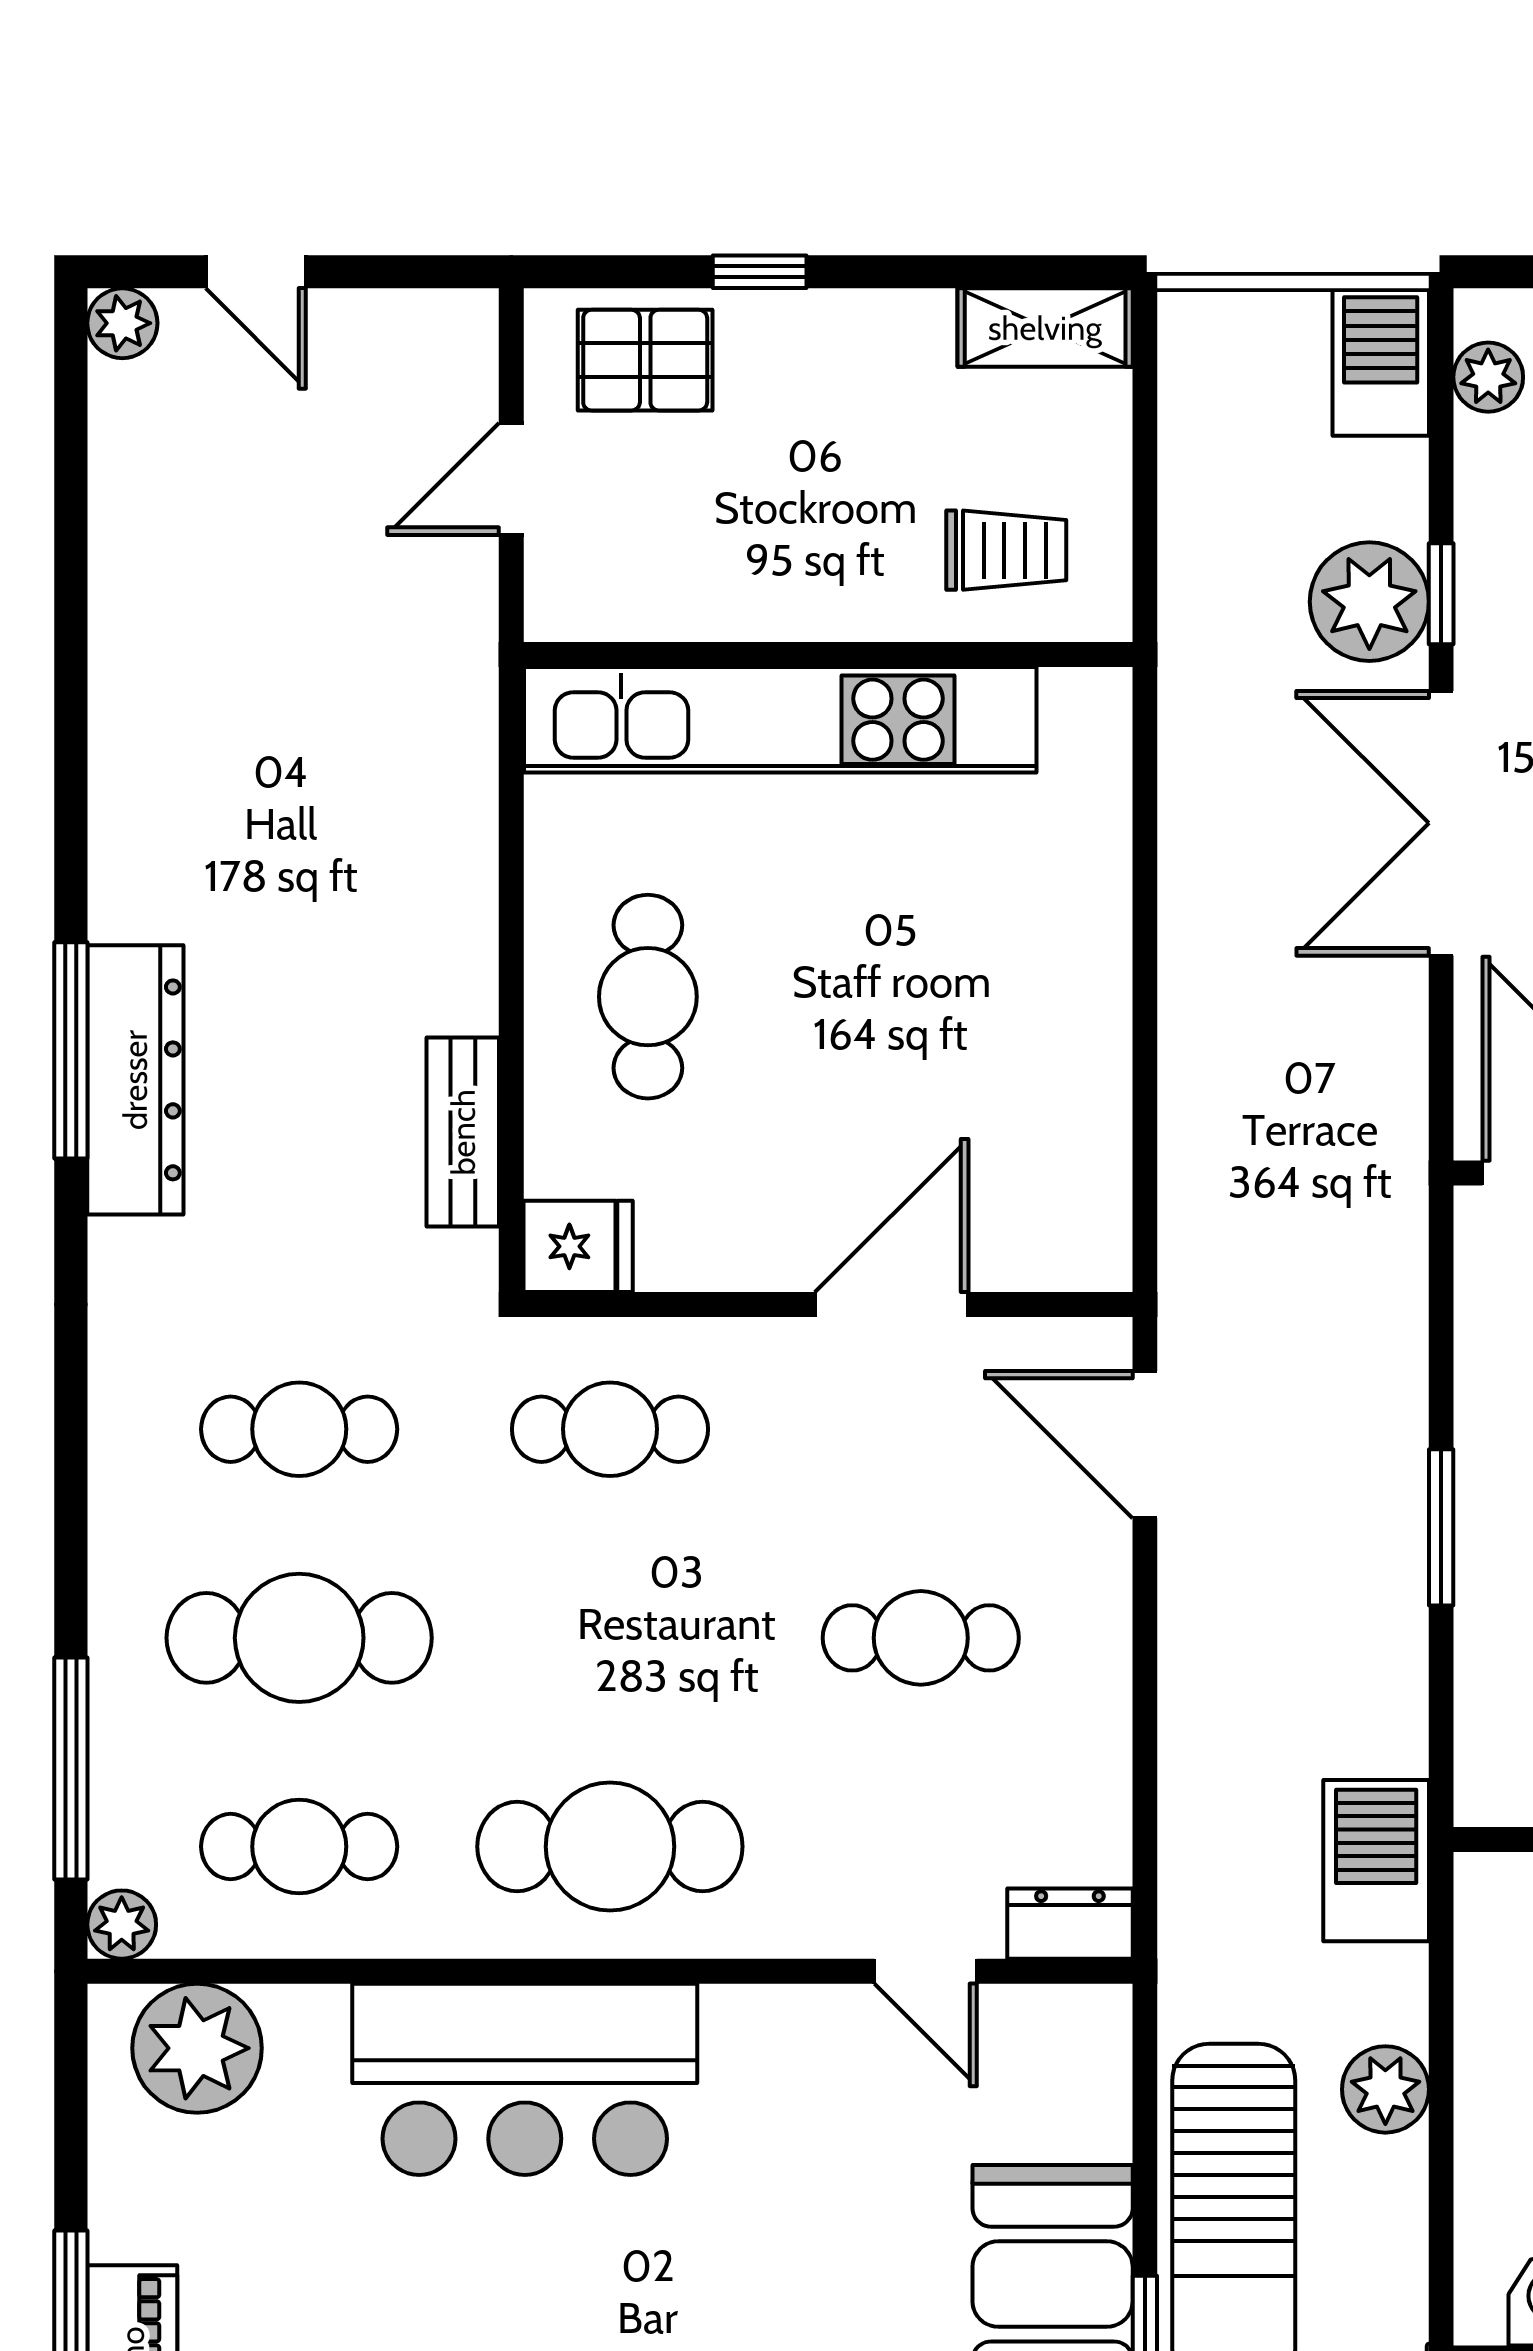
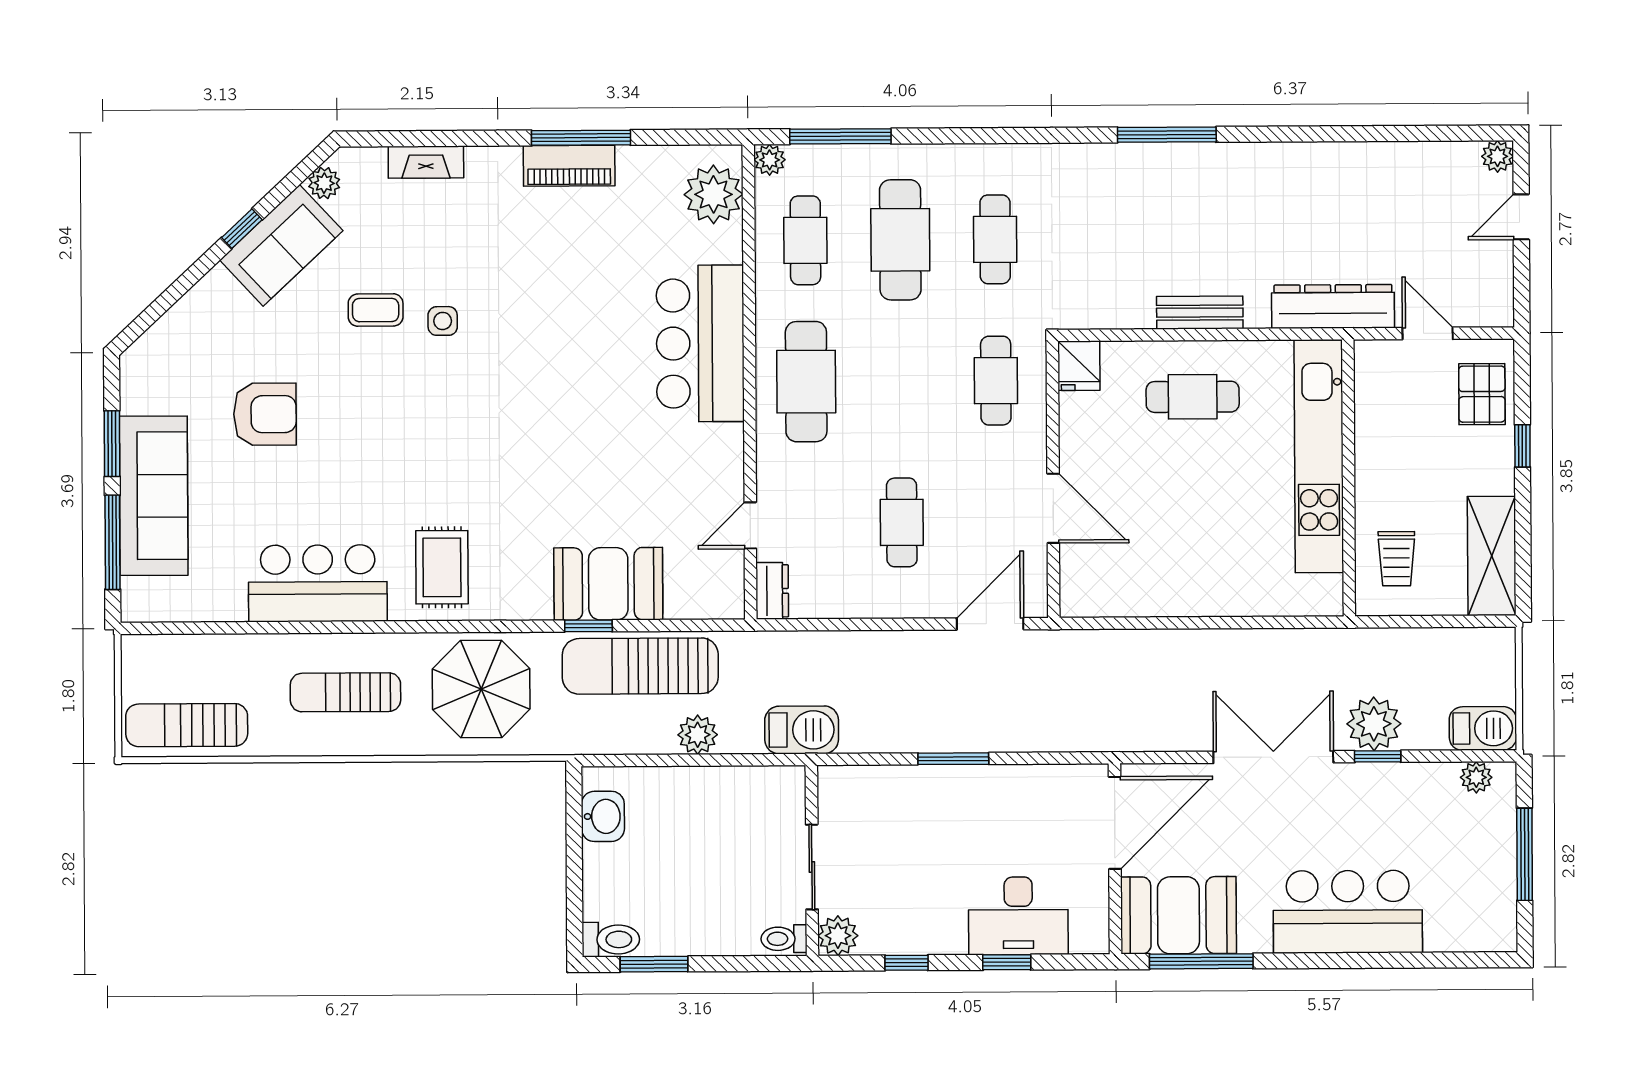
shelving: (1045, 328) -> (1492, 556), width x1.50, depth x1.33
dresser: (135, 1080) -> (1333, 307), moved, turned 180
bench: (463, 1132) -> (1200, 313), moved

